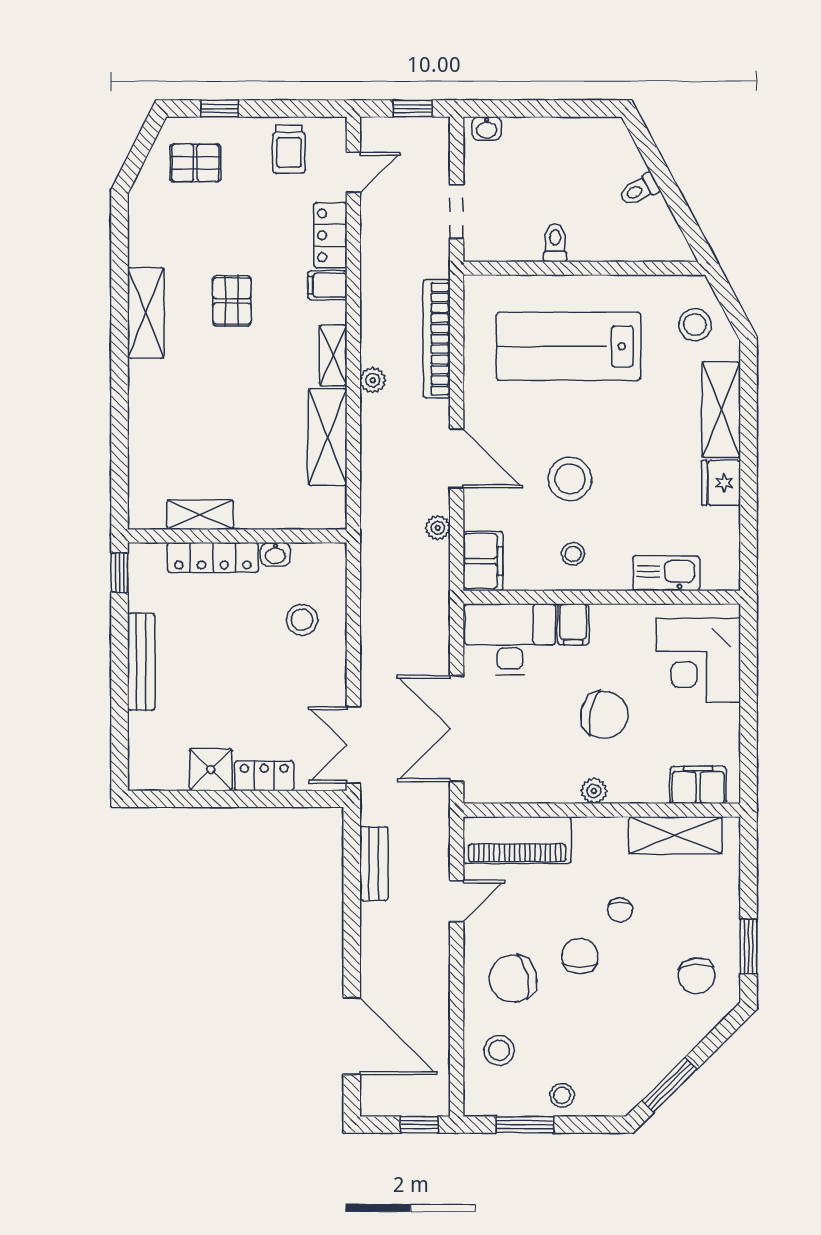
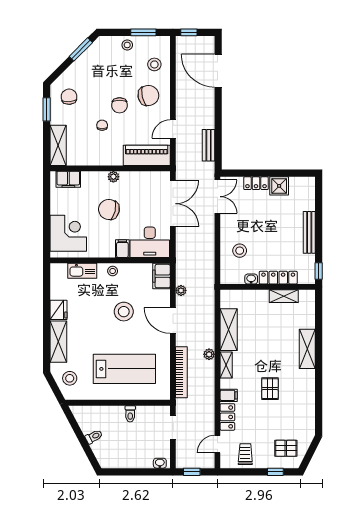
shelving: (146, 313) -> (307, 349), moved
stool: (573, 554) -> (113, 271), moved
shelving: (675, 835) -> (58, 145), moved, turned 90

